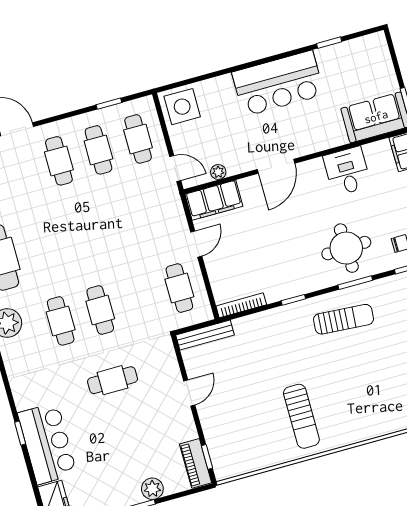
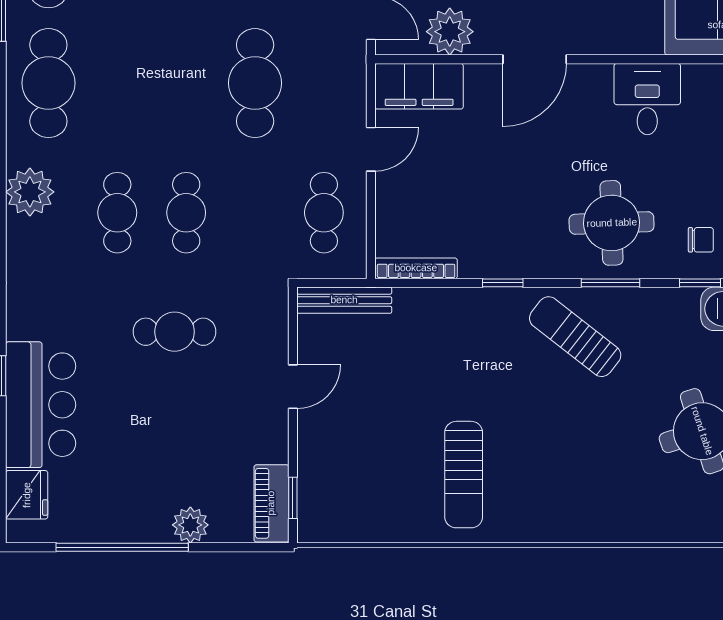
plant: (218, 172) -> (450, 32), width x1.87, depth x1.87
cafe table: (119, 224) -> (255, 83), added
sun lounger: (343, 319) -> (575, 337), turned -146

